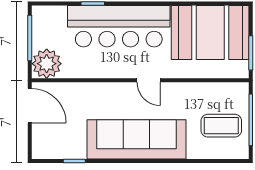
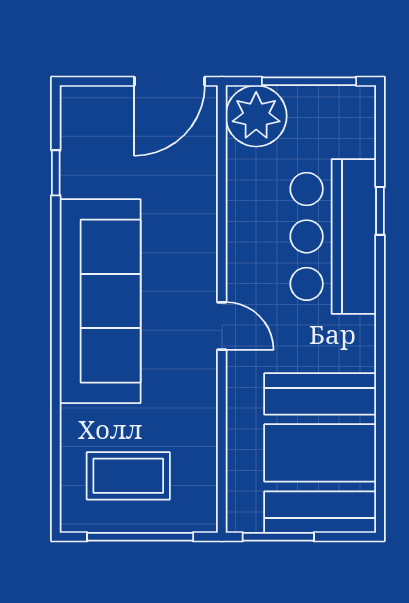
bar counter: (119, 26) -> (333, 236), width x0.73
door: (149, 80) -> (222, 326), swing flipped
coffee table: (221, 126) -> (128, 476), turned 90

